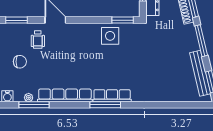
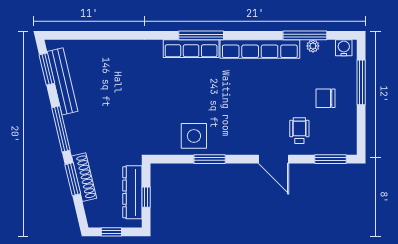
window: (123, 20) -> (210, 159), moved

